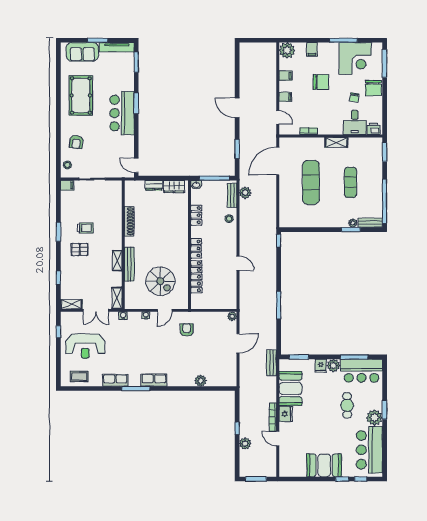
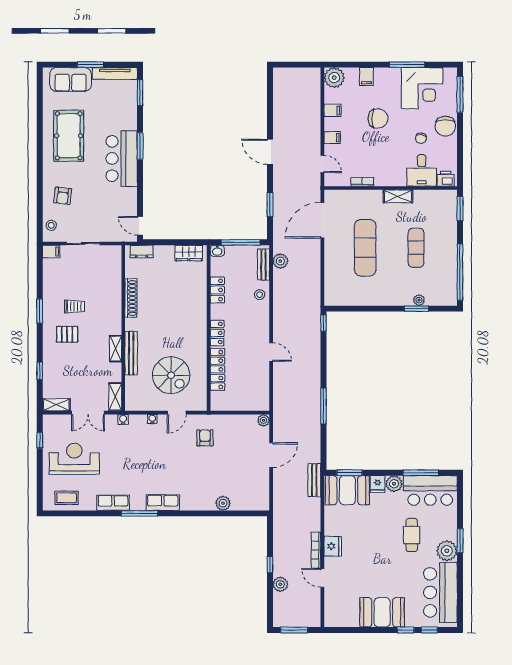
dresser: (154, 185) -> (142, 252), moved
bench: (370, 223) -> (441, 300), removed
reception desk: (85, 346) -> (74, 459), turned 180
booth: (290, 388) -> (347, 490), moved, turned 90

